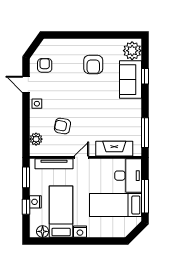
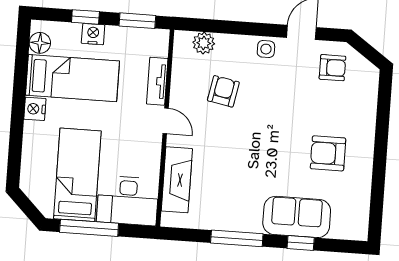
plant: (132, 51) -> (347, 224), removed
window: (145, 133) -> (237, 238), moved
tv unit: (54, 164) -> (157, 81), width x0.71

